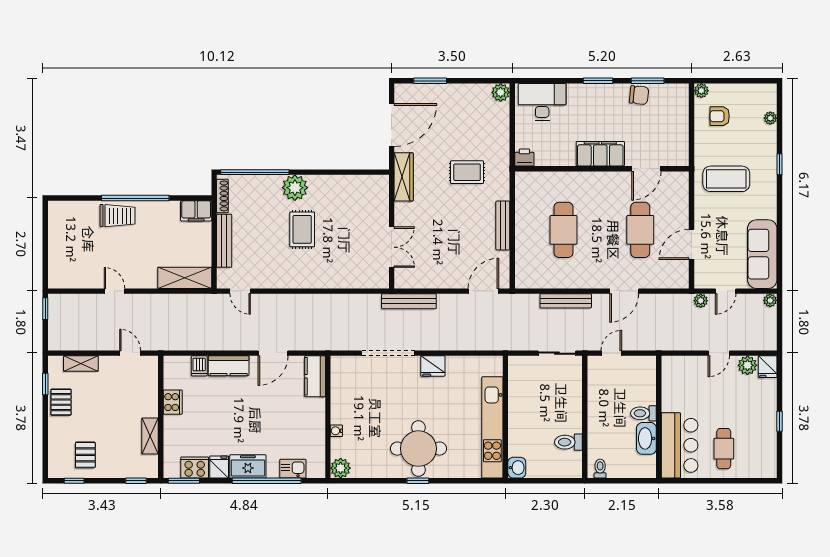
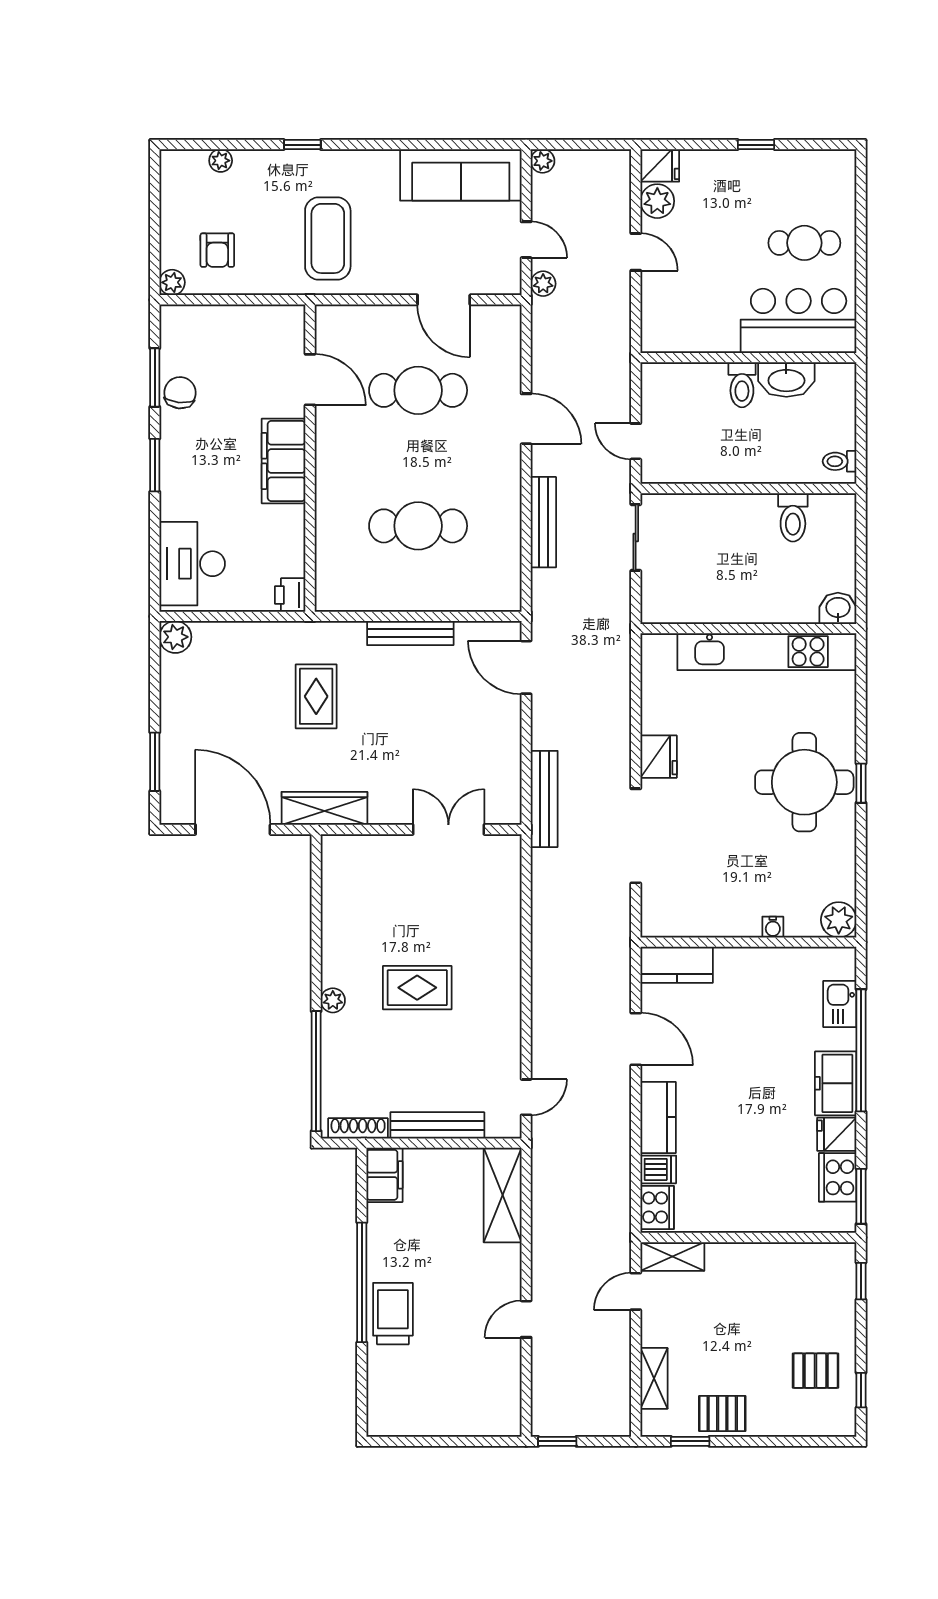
plant: (295, 188) -> (333, 1000), width x0.53, depth x0.53
cooker: (173, 402) -> (657, 1207), moved, turned 90
shelving: (150, 436) -> (672, 1256), moved

